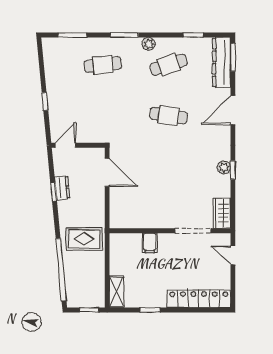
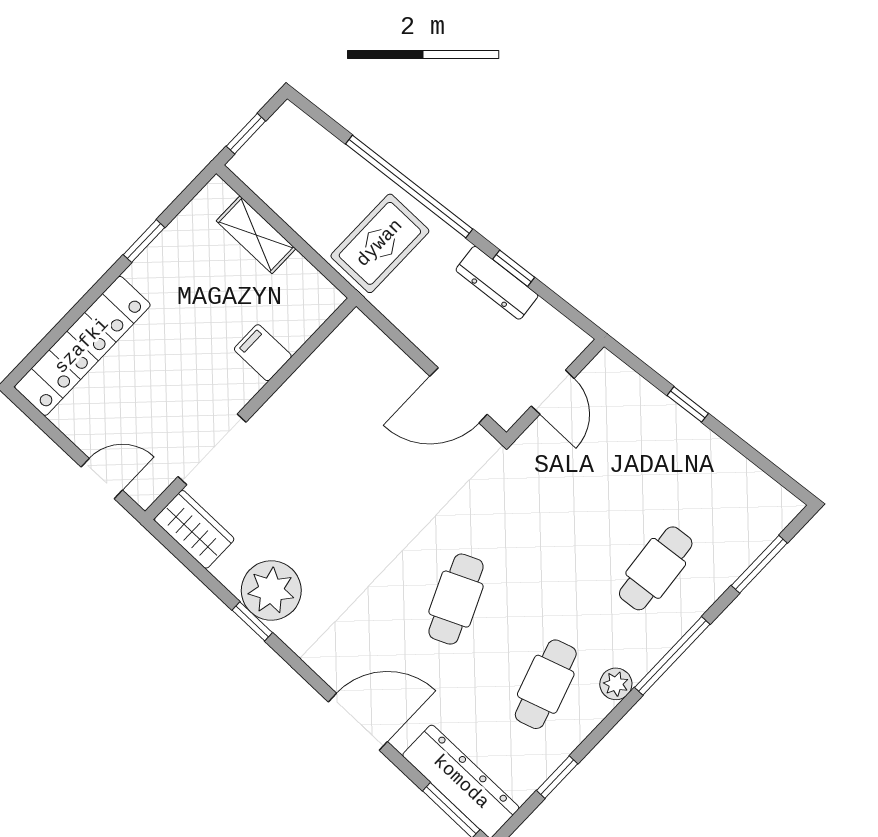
window: (124, 35) -> (672, 656), width x1.44
door: (233, 110) -> (358, 722), hinge flipped
cafe table: (169, 116) -> (456, 599), turned -33
door: (65, 145) -> (553, 392), moved
plant: (224, 167) -> (271, 590), width x1.87, depth x1.87
dresser: (62, 188) -> (497, 283), width x1.44
window: (61, 270) -> (409, 186), moved
shelving: (117, 292) -> (256, 235), moved

